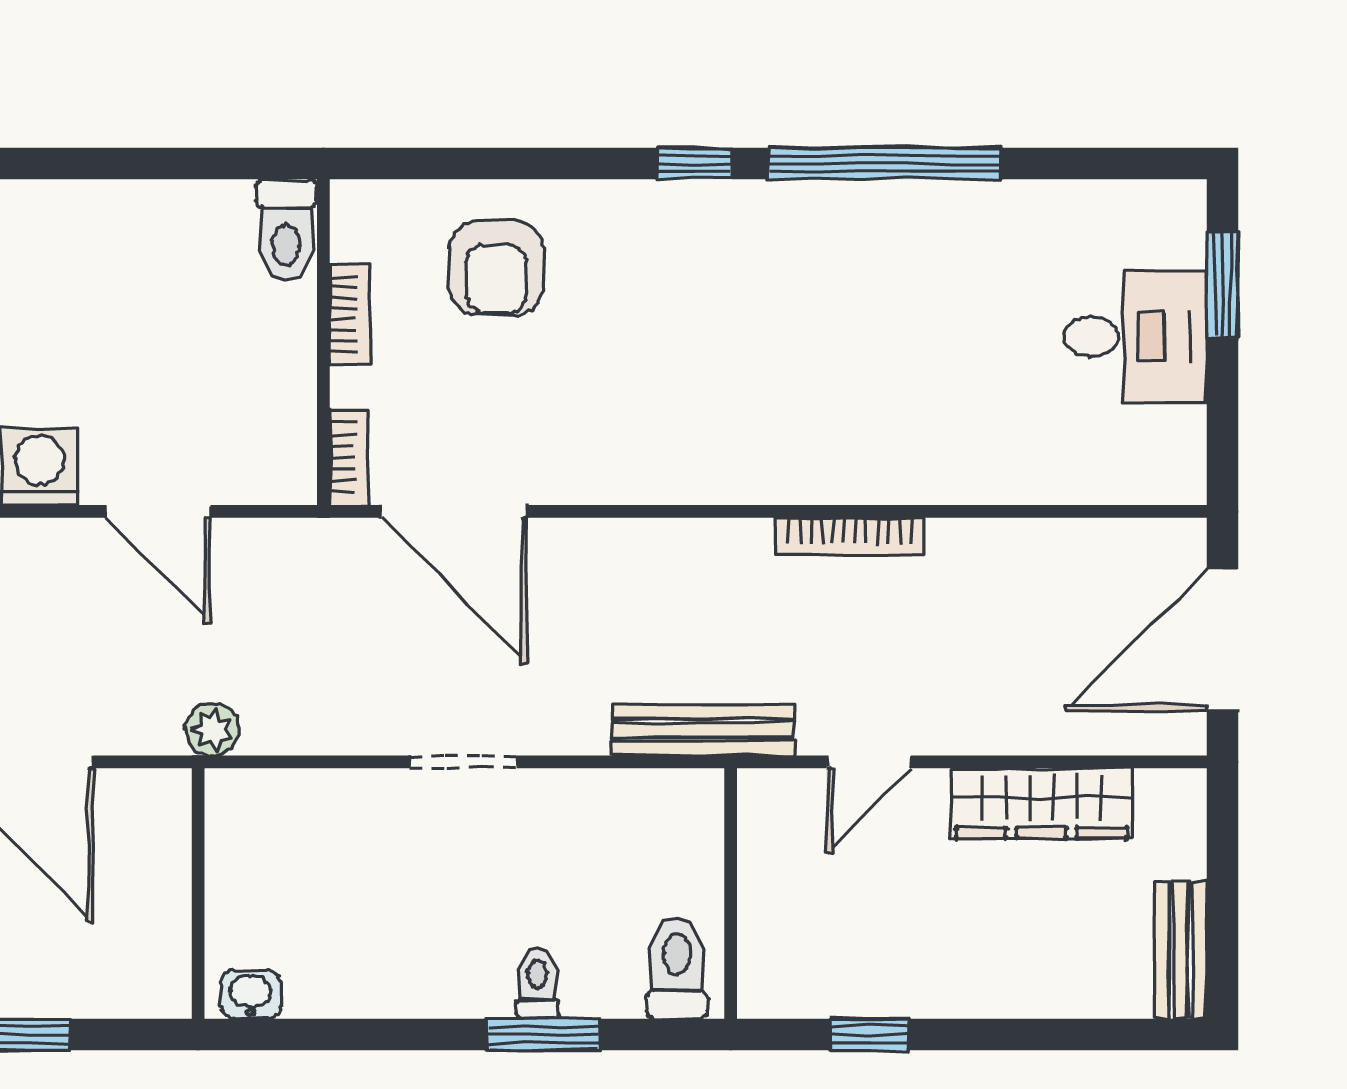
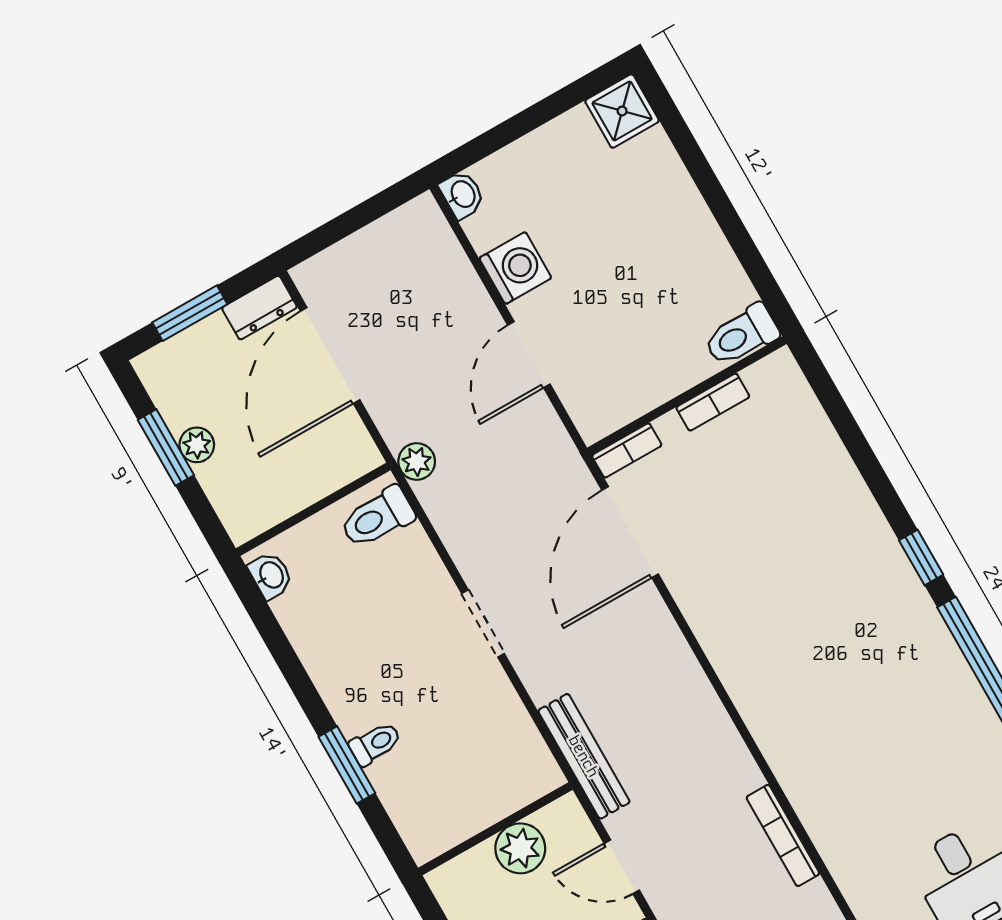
armchair: (496, 268) -> (791, 474), removed
bookcase: (850, 537) -> (783, 835), moved
plant: (773, 876) -> (520, 848), added
toilet: (677, 968) -> (377, 518), moved, turned 180
plant: (33, 994) -> (197, 445), added

